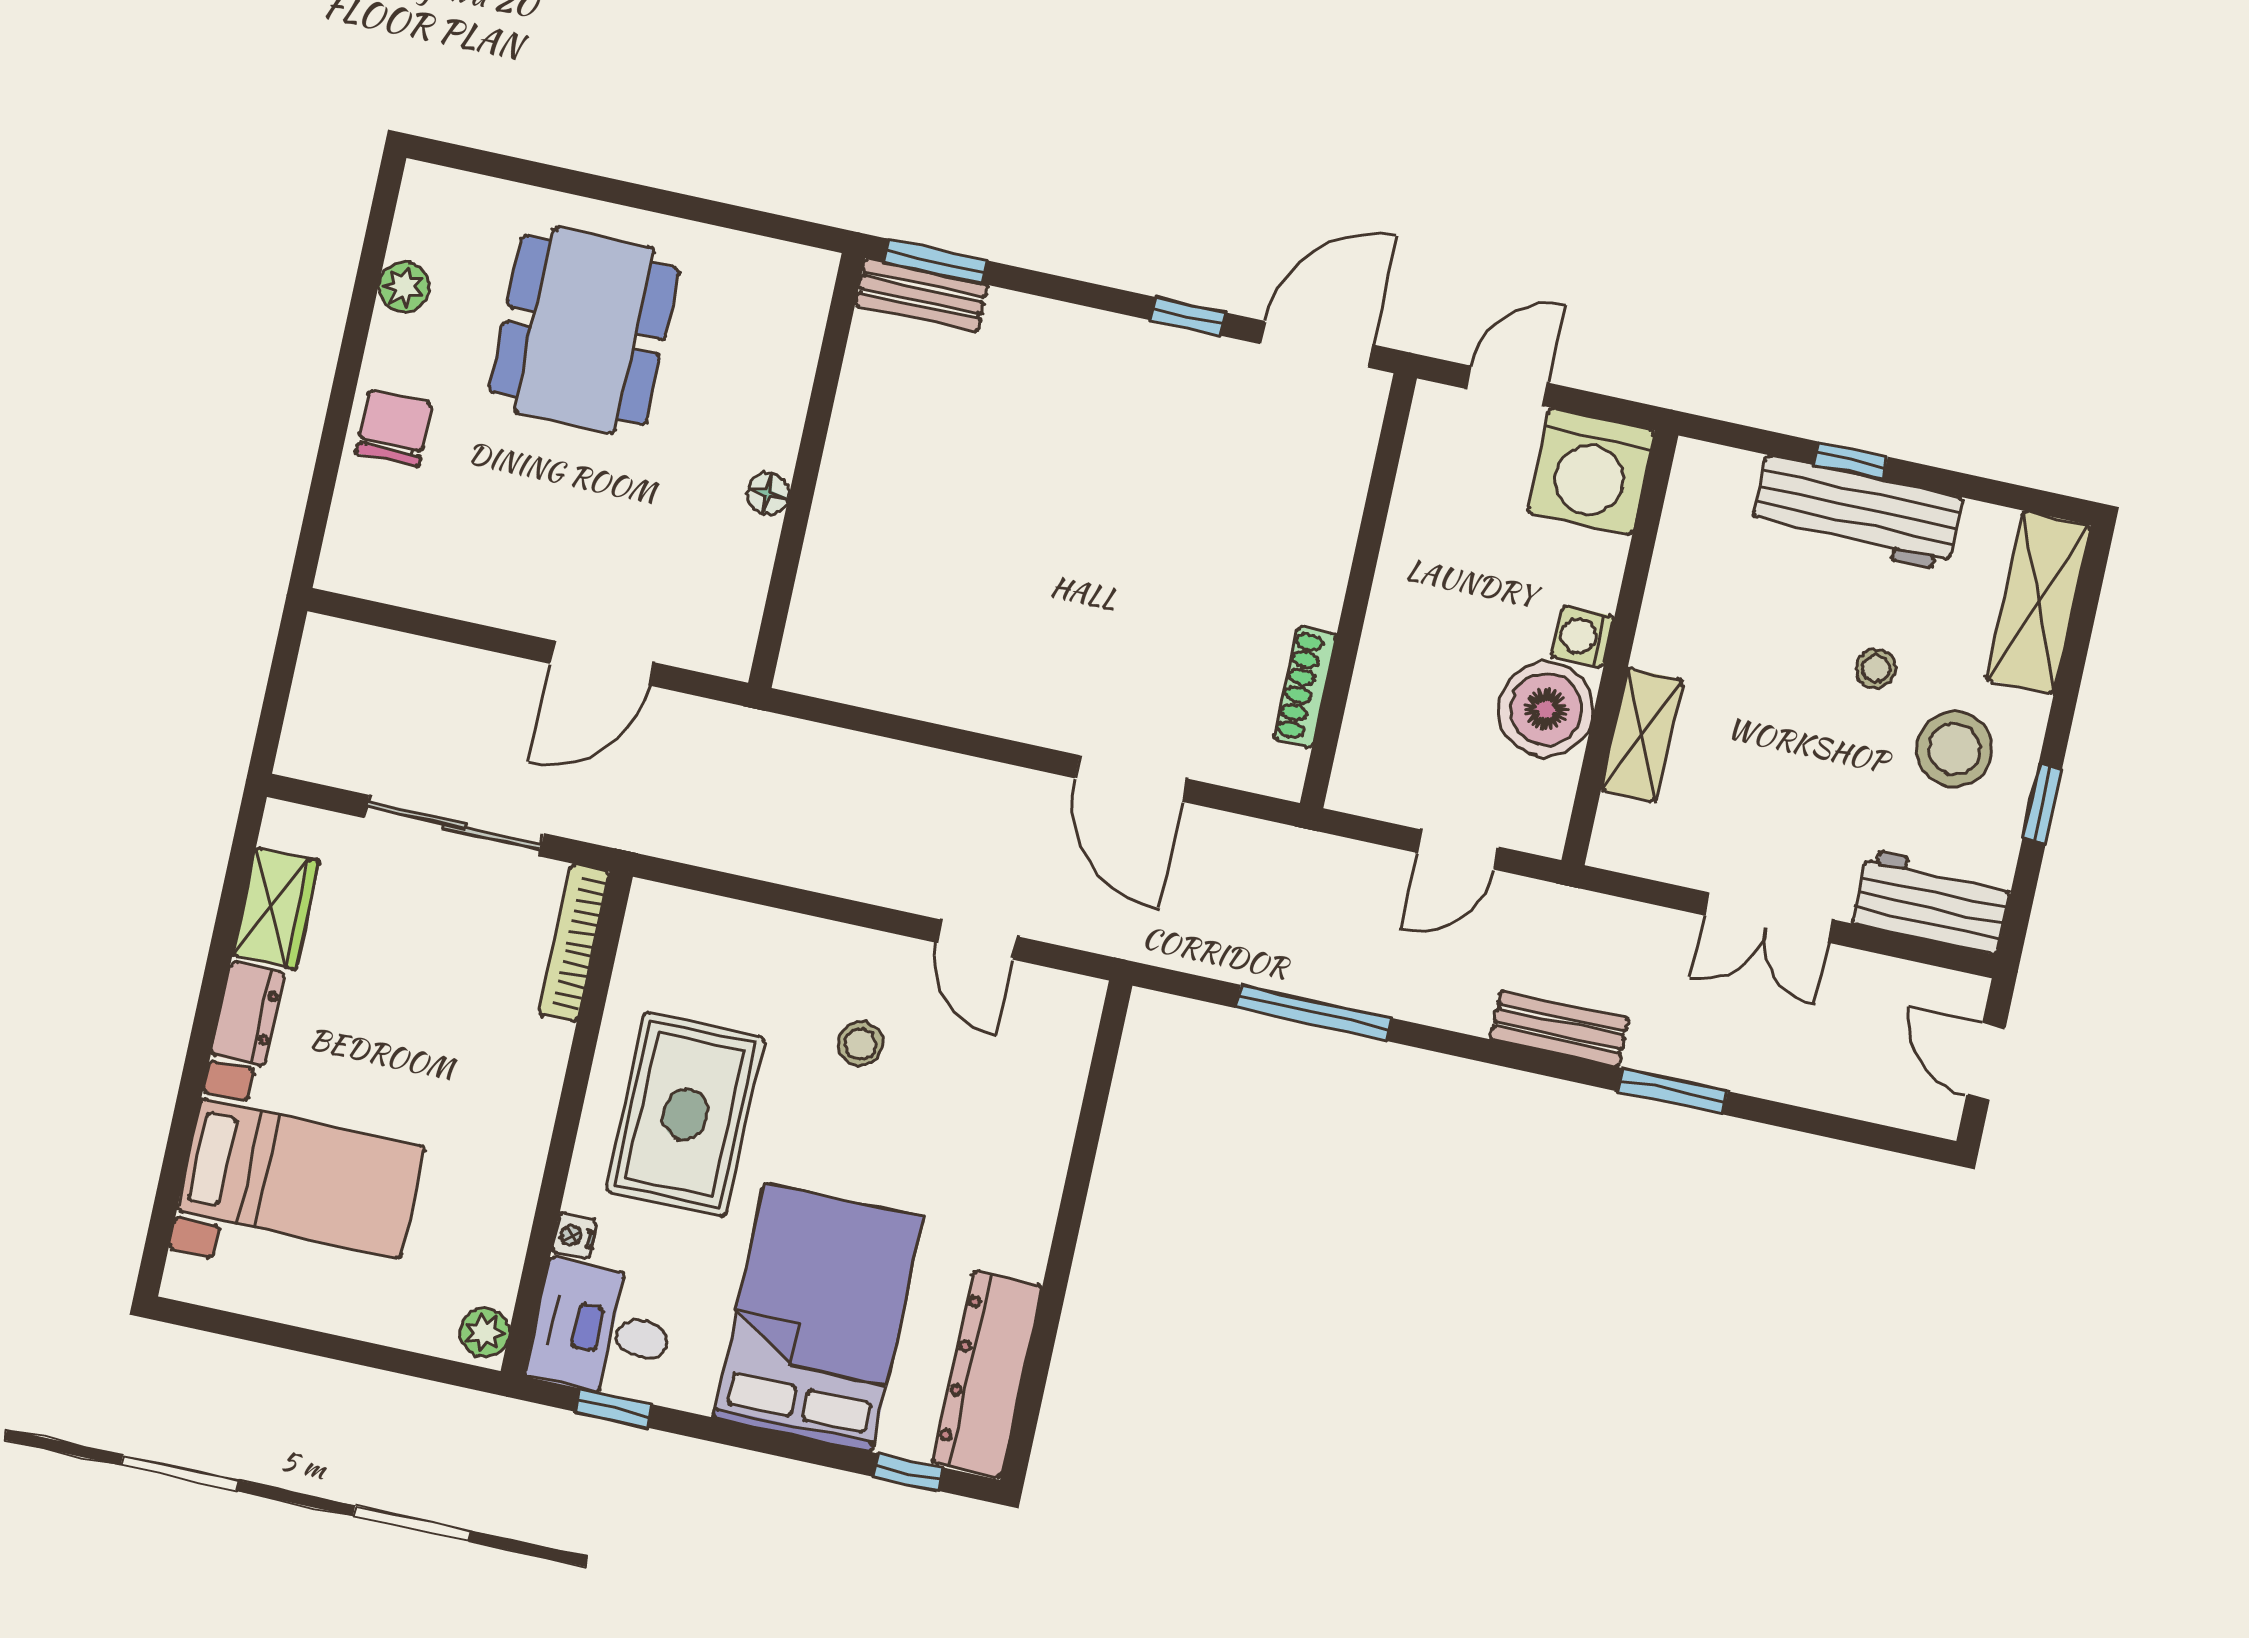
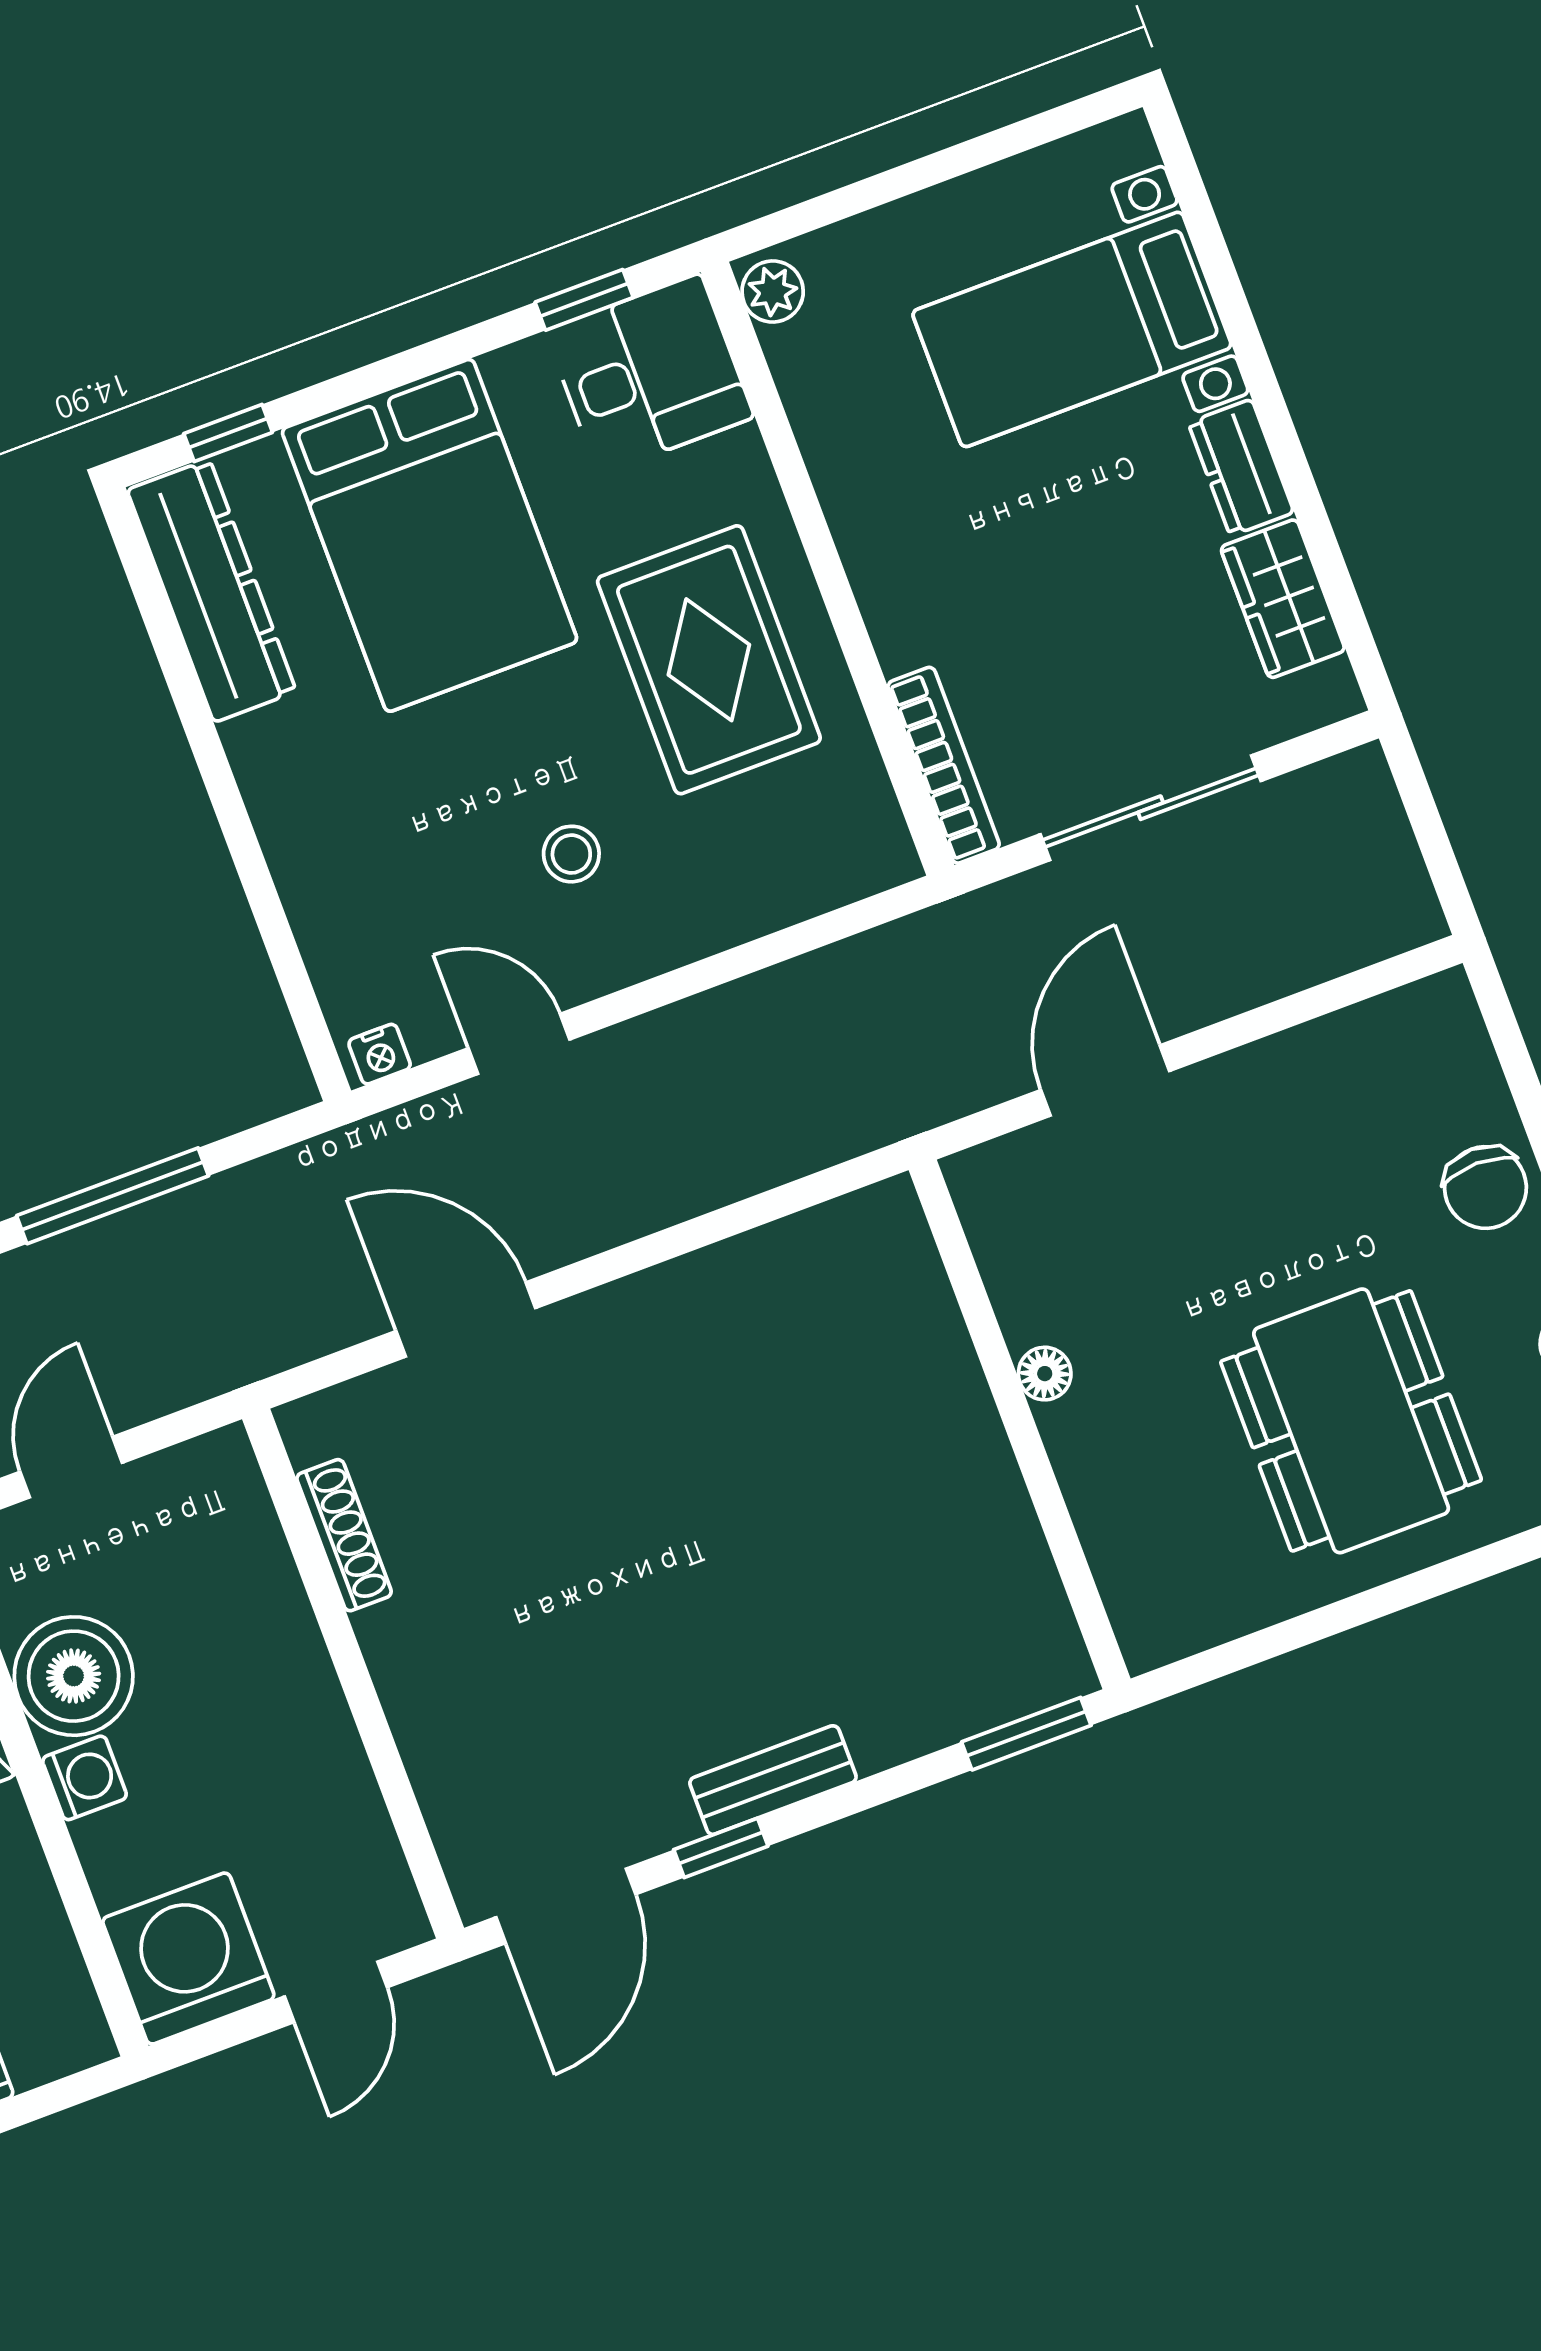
bench: (922, 295) -> (773, 1780), moved
nightstand: (574, 1236) -> (380, 1054), moved, turned 90

